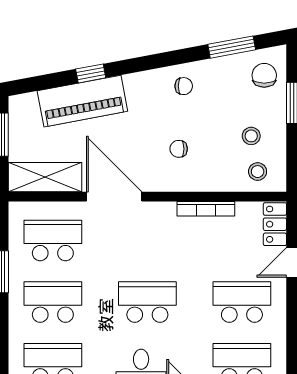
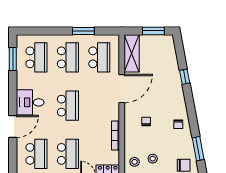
piano: (82, 101) -> (170, 72), removed

